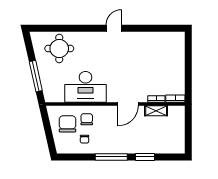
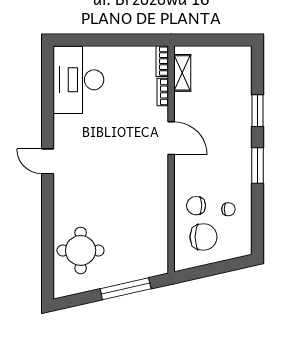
desk: (85, 87) -> (78, 80), moved, turned 180
shelving: (156, 111) -> (182, 73), moved
chair: (67, 124) -> (203, 237), turned 180
window: (111, 157) -> (258, 166), width x0.69

